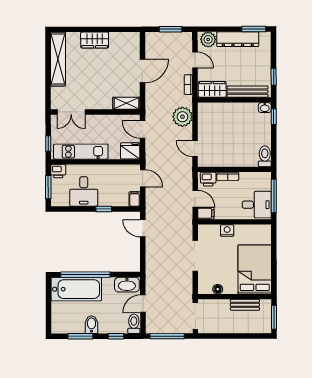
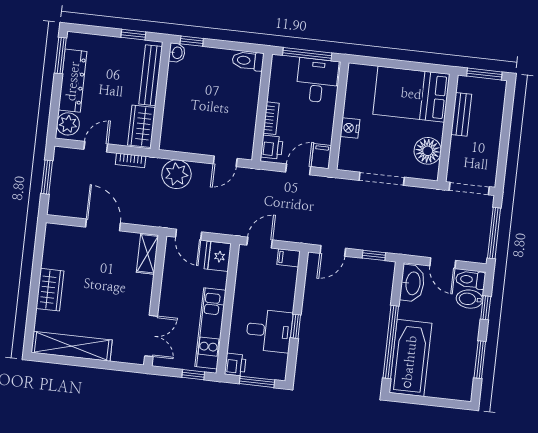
door: (143, 130) -> (189, 235), hinge flipped
window: (104, 209) -> (296, 326), moved
window: (143, 257) -> (374, 255), added
floor lamp: (218, 289) -> (428, 151), width x1.89, depth x1.89
bidet: (91, 325) -> (469, 299), moved

